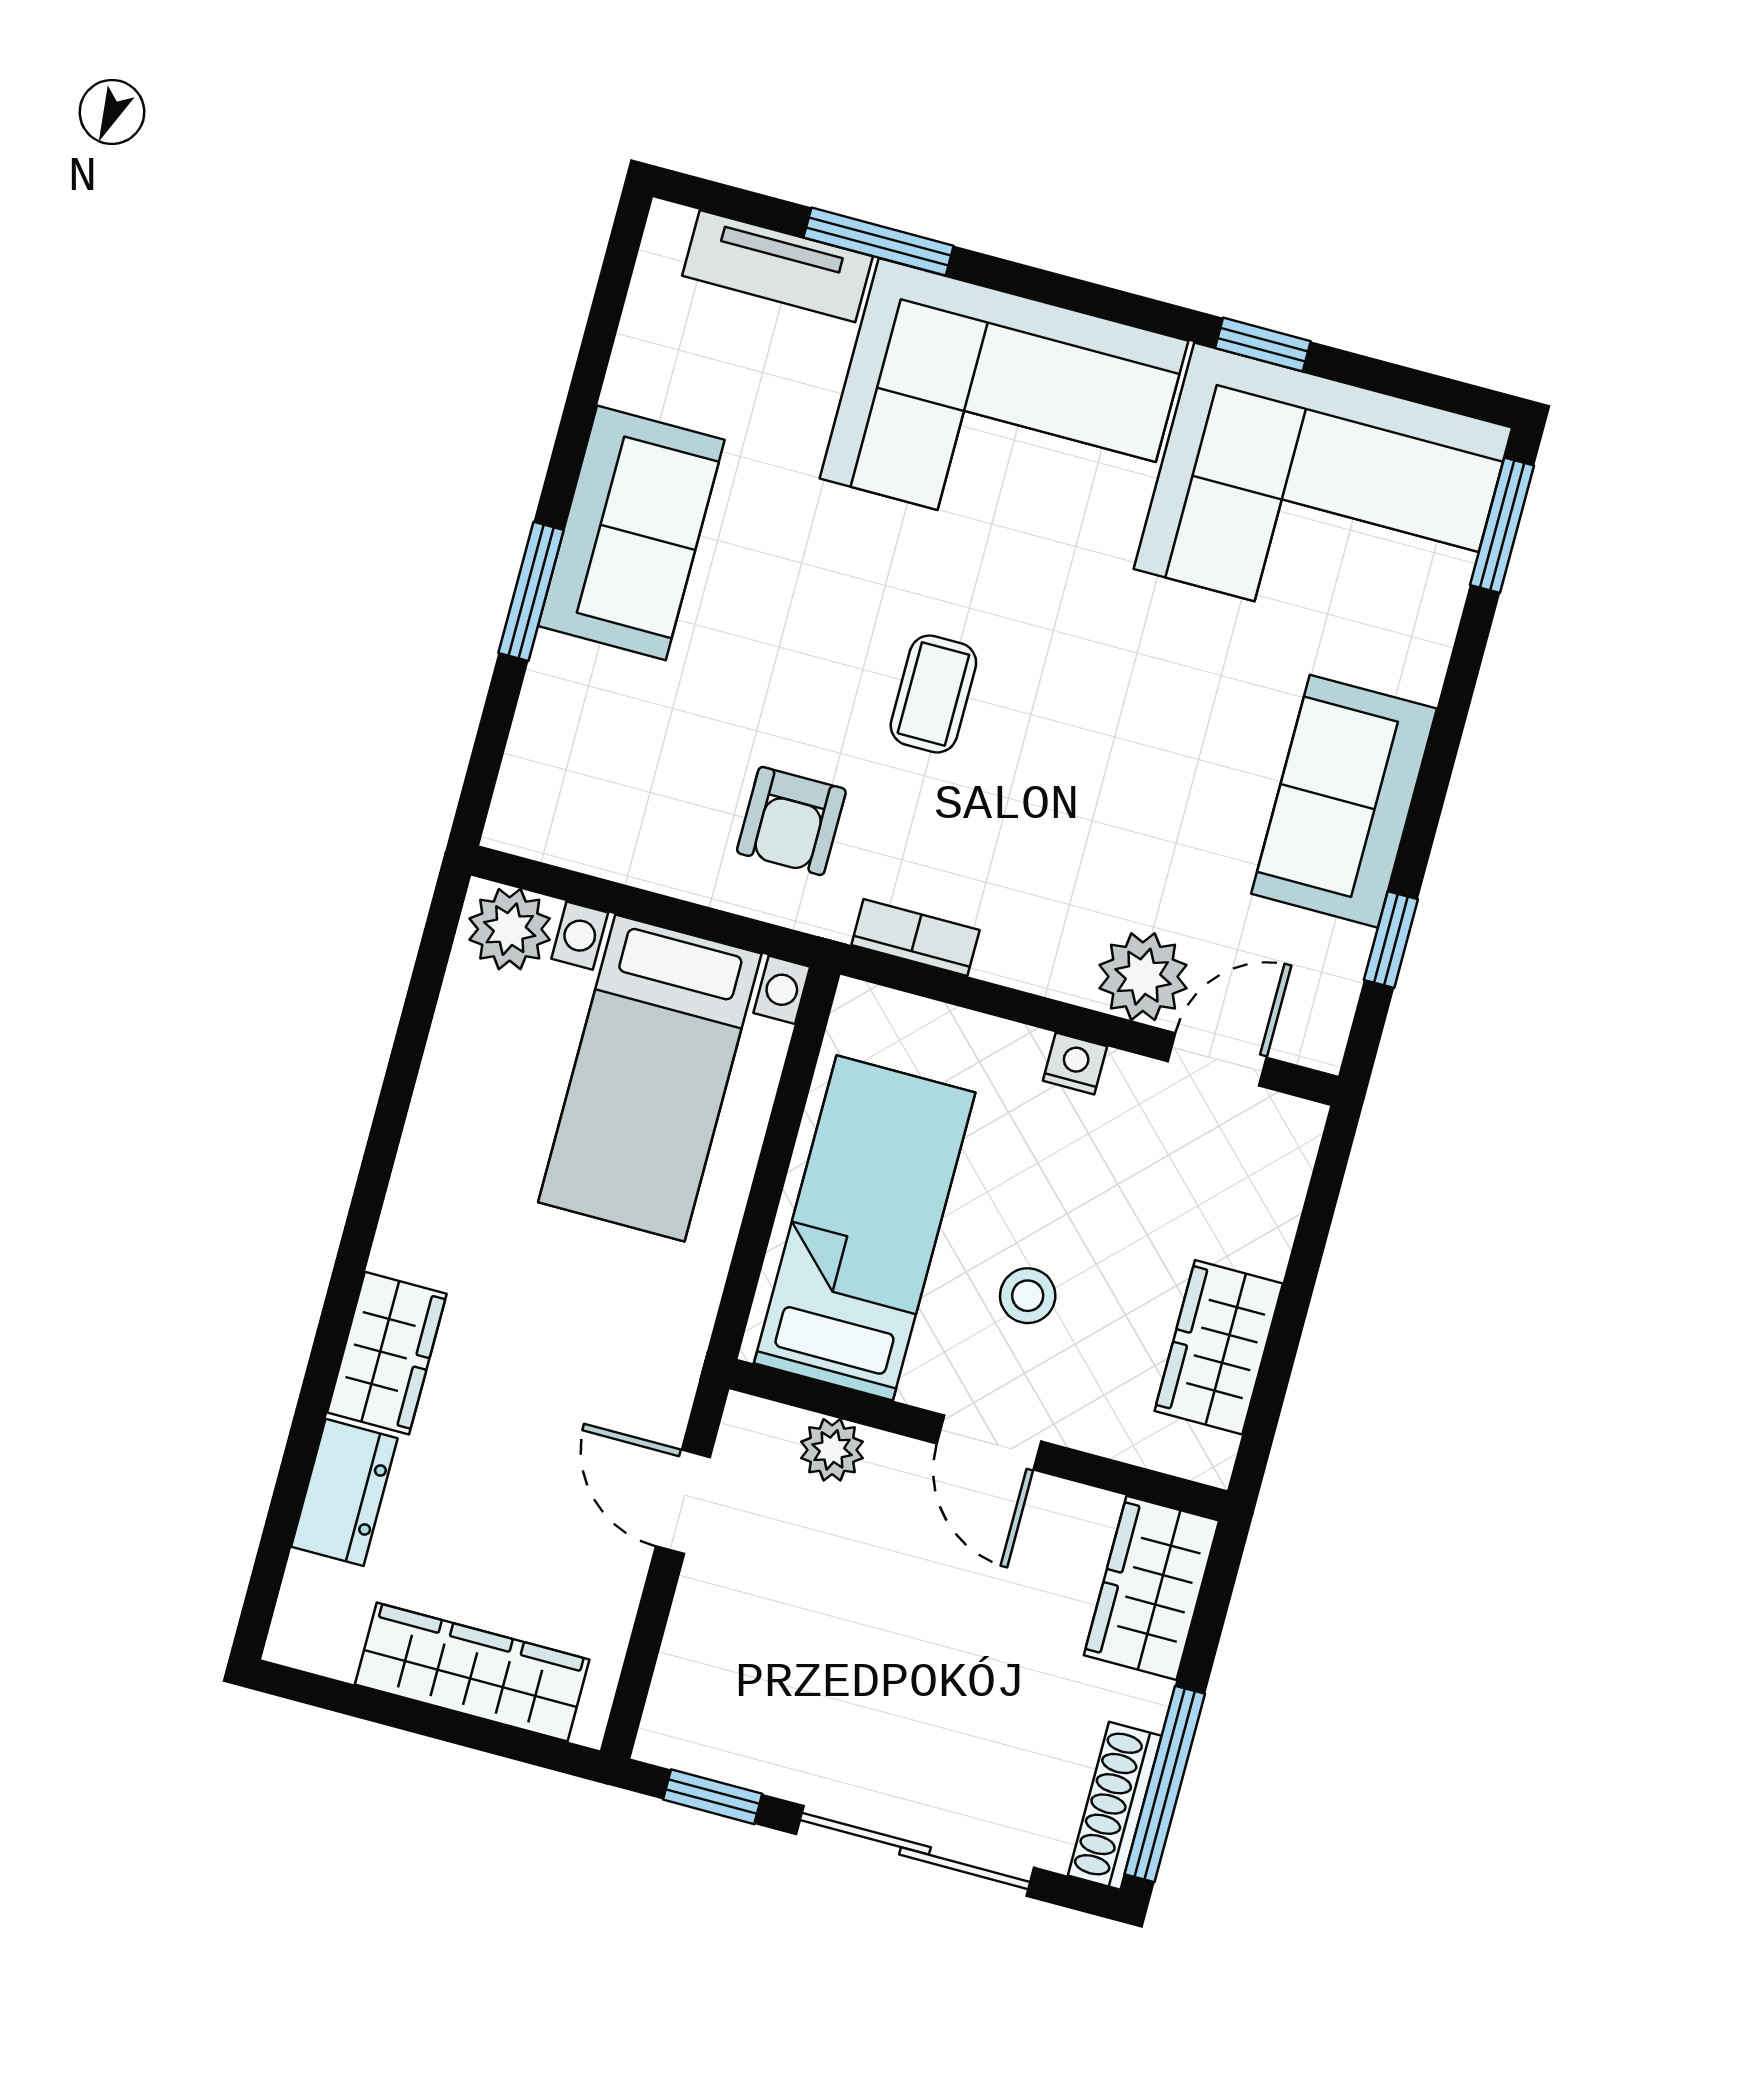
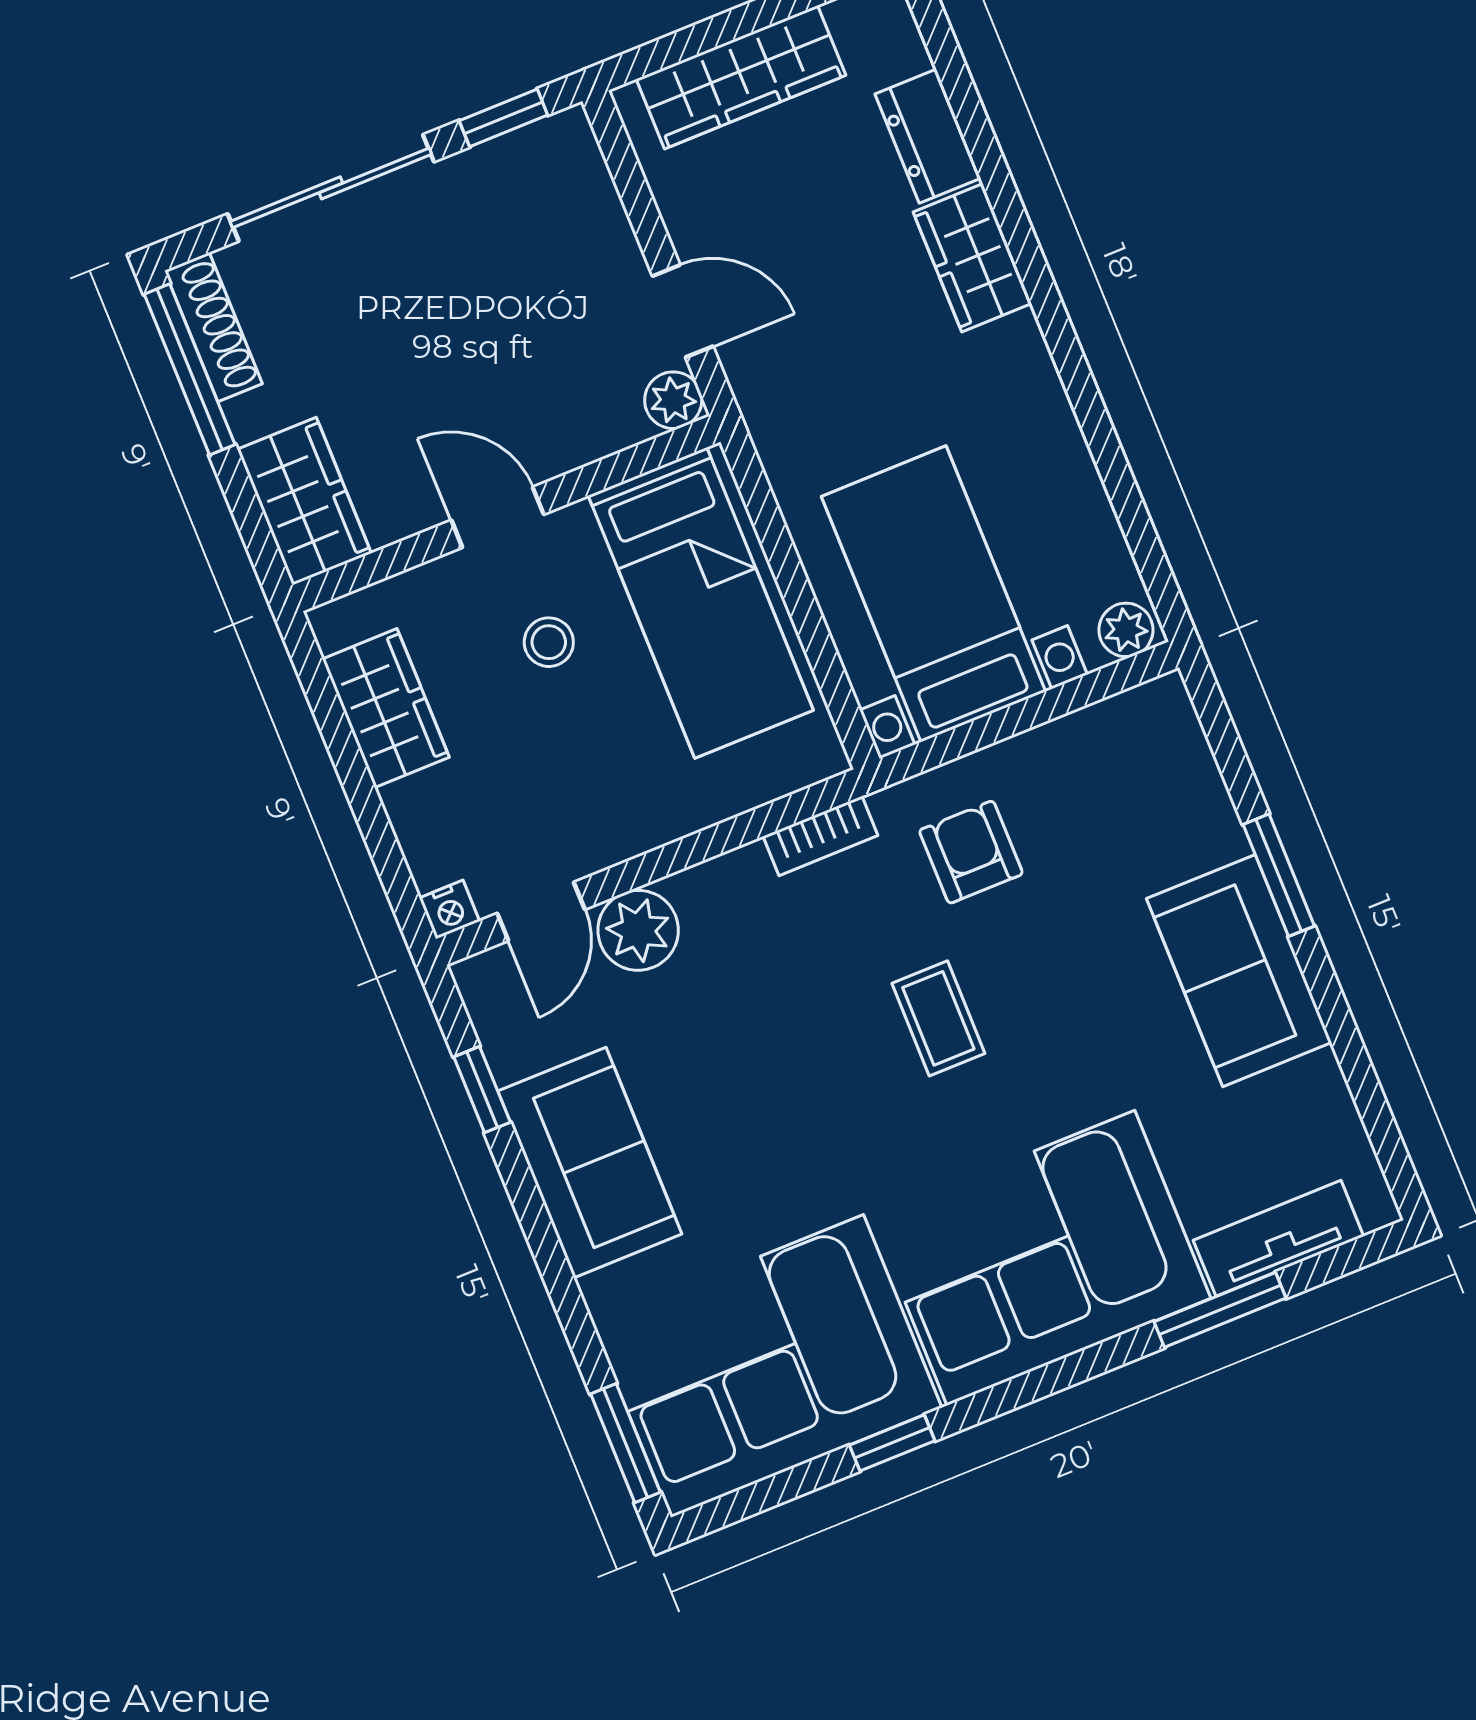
plant: (510, 929) -> (1126, 630), width x0.73, depth x0.73
nightstand: (1075, 1063) -> (449, 910), moved
plant: (832, 1450) -> (673, 400), moved

